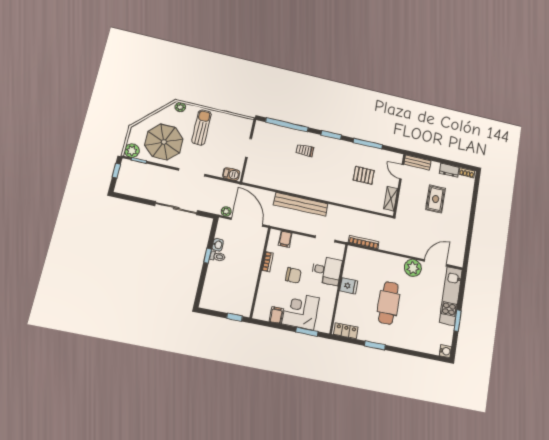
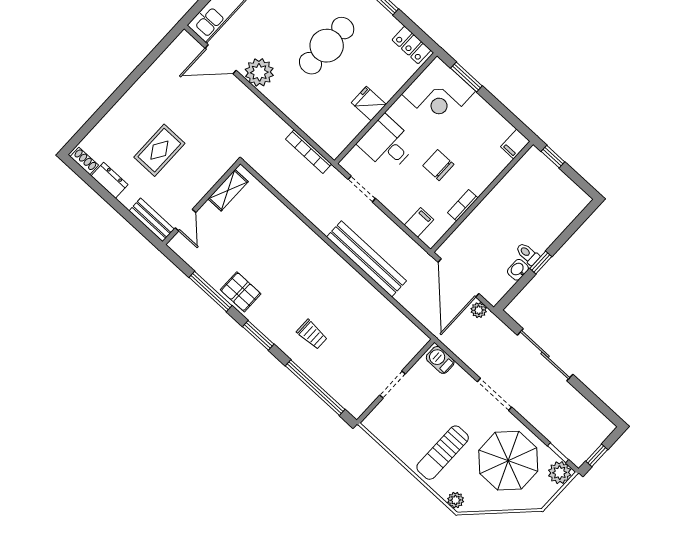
pallet: (364, 175) -> (241, 292), moved
corner desk: (301, 311) -> (438, 93), moved
filing cabinet: (276, 315) -> (515, 144), moved

